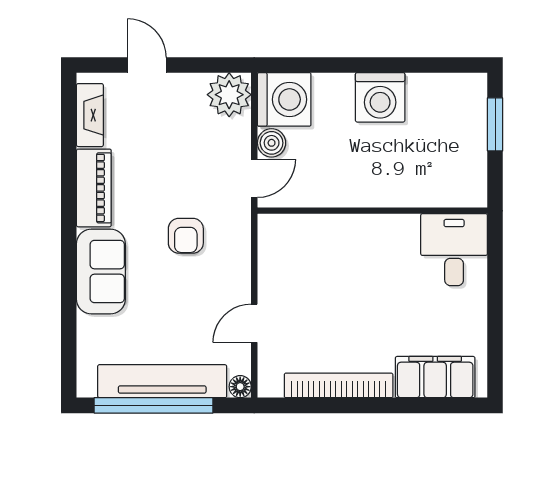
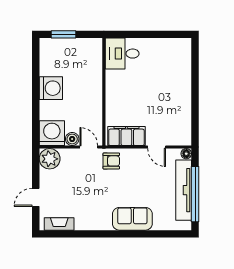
piano: (94, 188) -> (93, 222), removed
armchair: (186, 236) -> (111, 161), moved
filing cabinet: (435, 377) -> (126, 136), moved, turned 90
bookcase: (339, 385) -> (186, 108), removed

